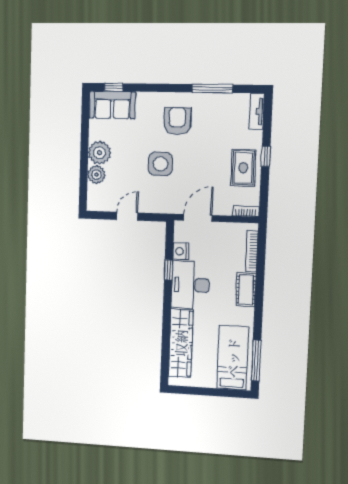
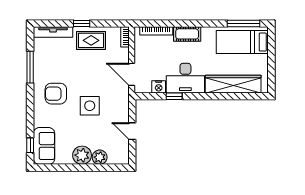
tv unit: (257, 111) -> (53, 32), width x1.41

